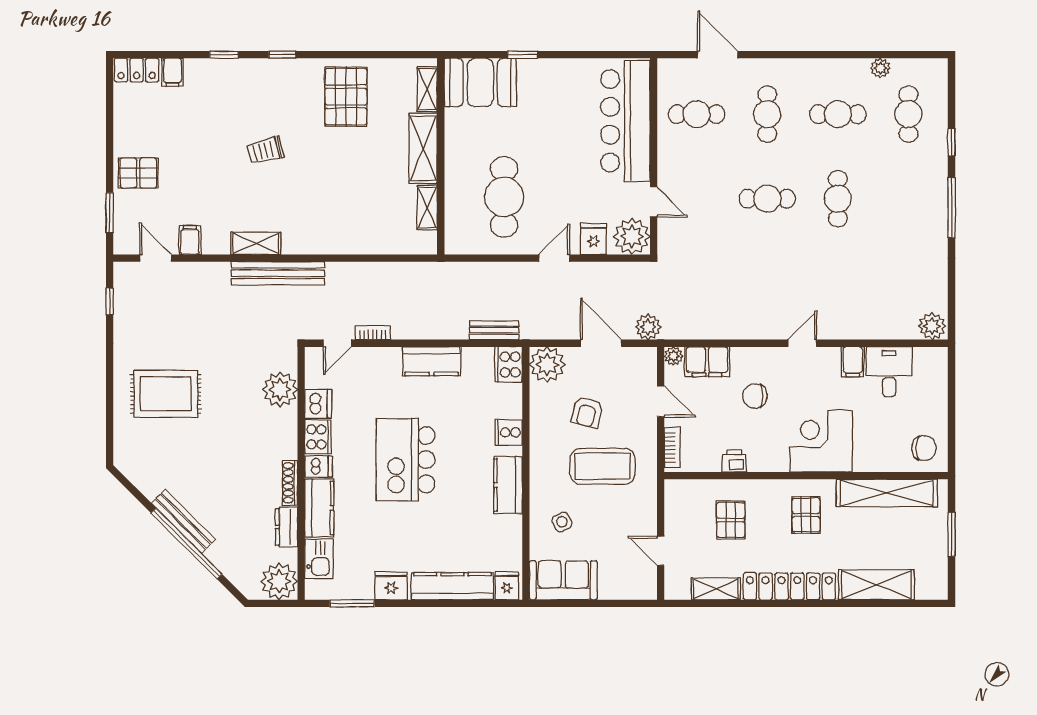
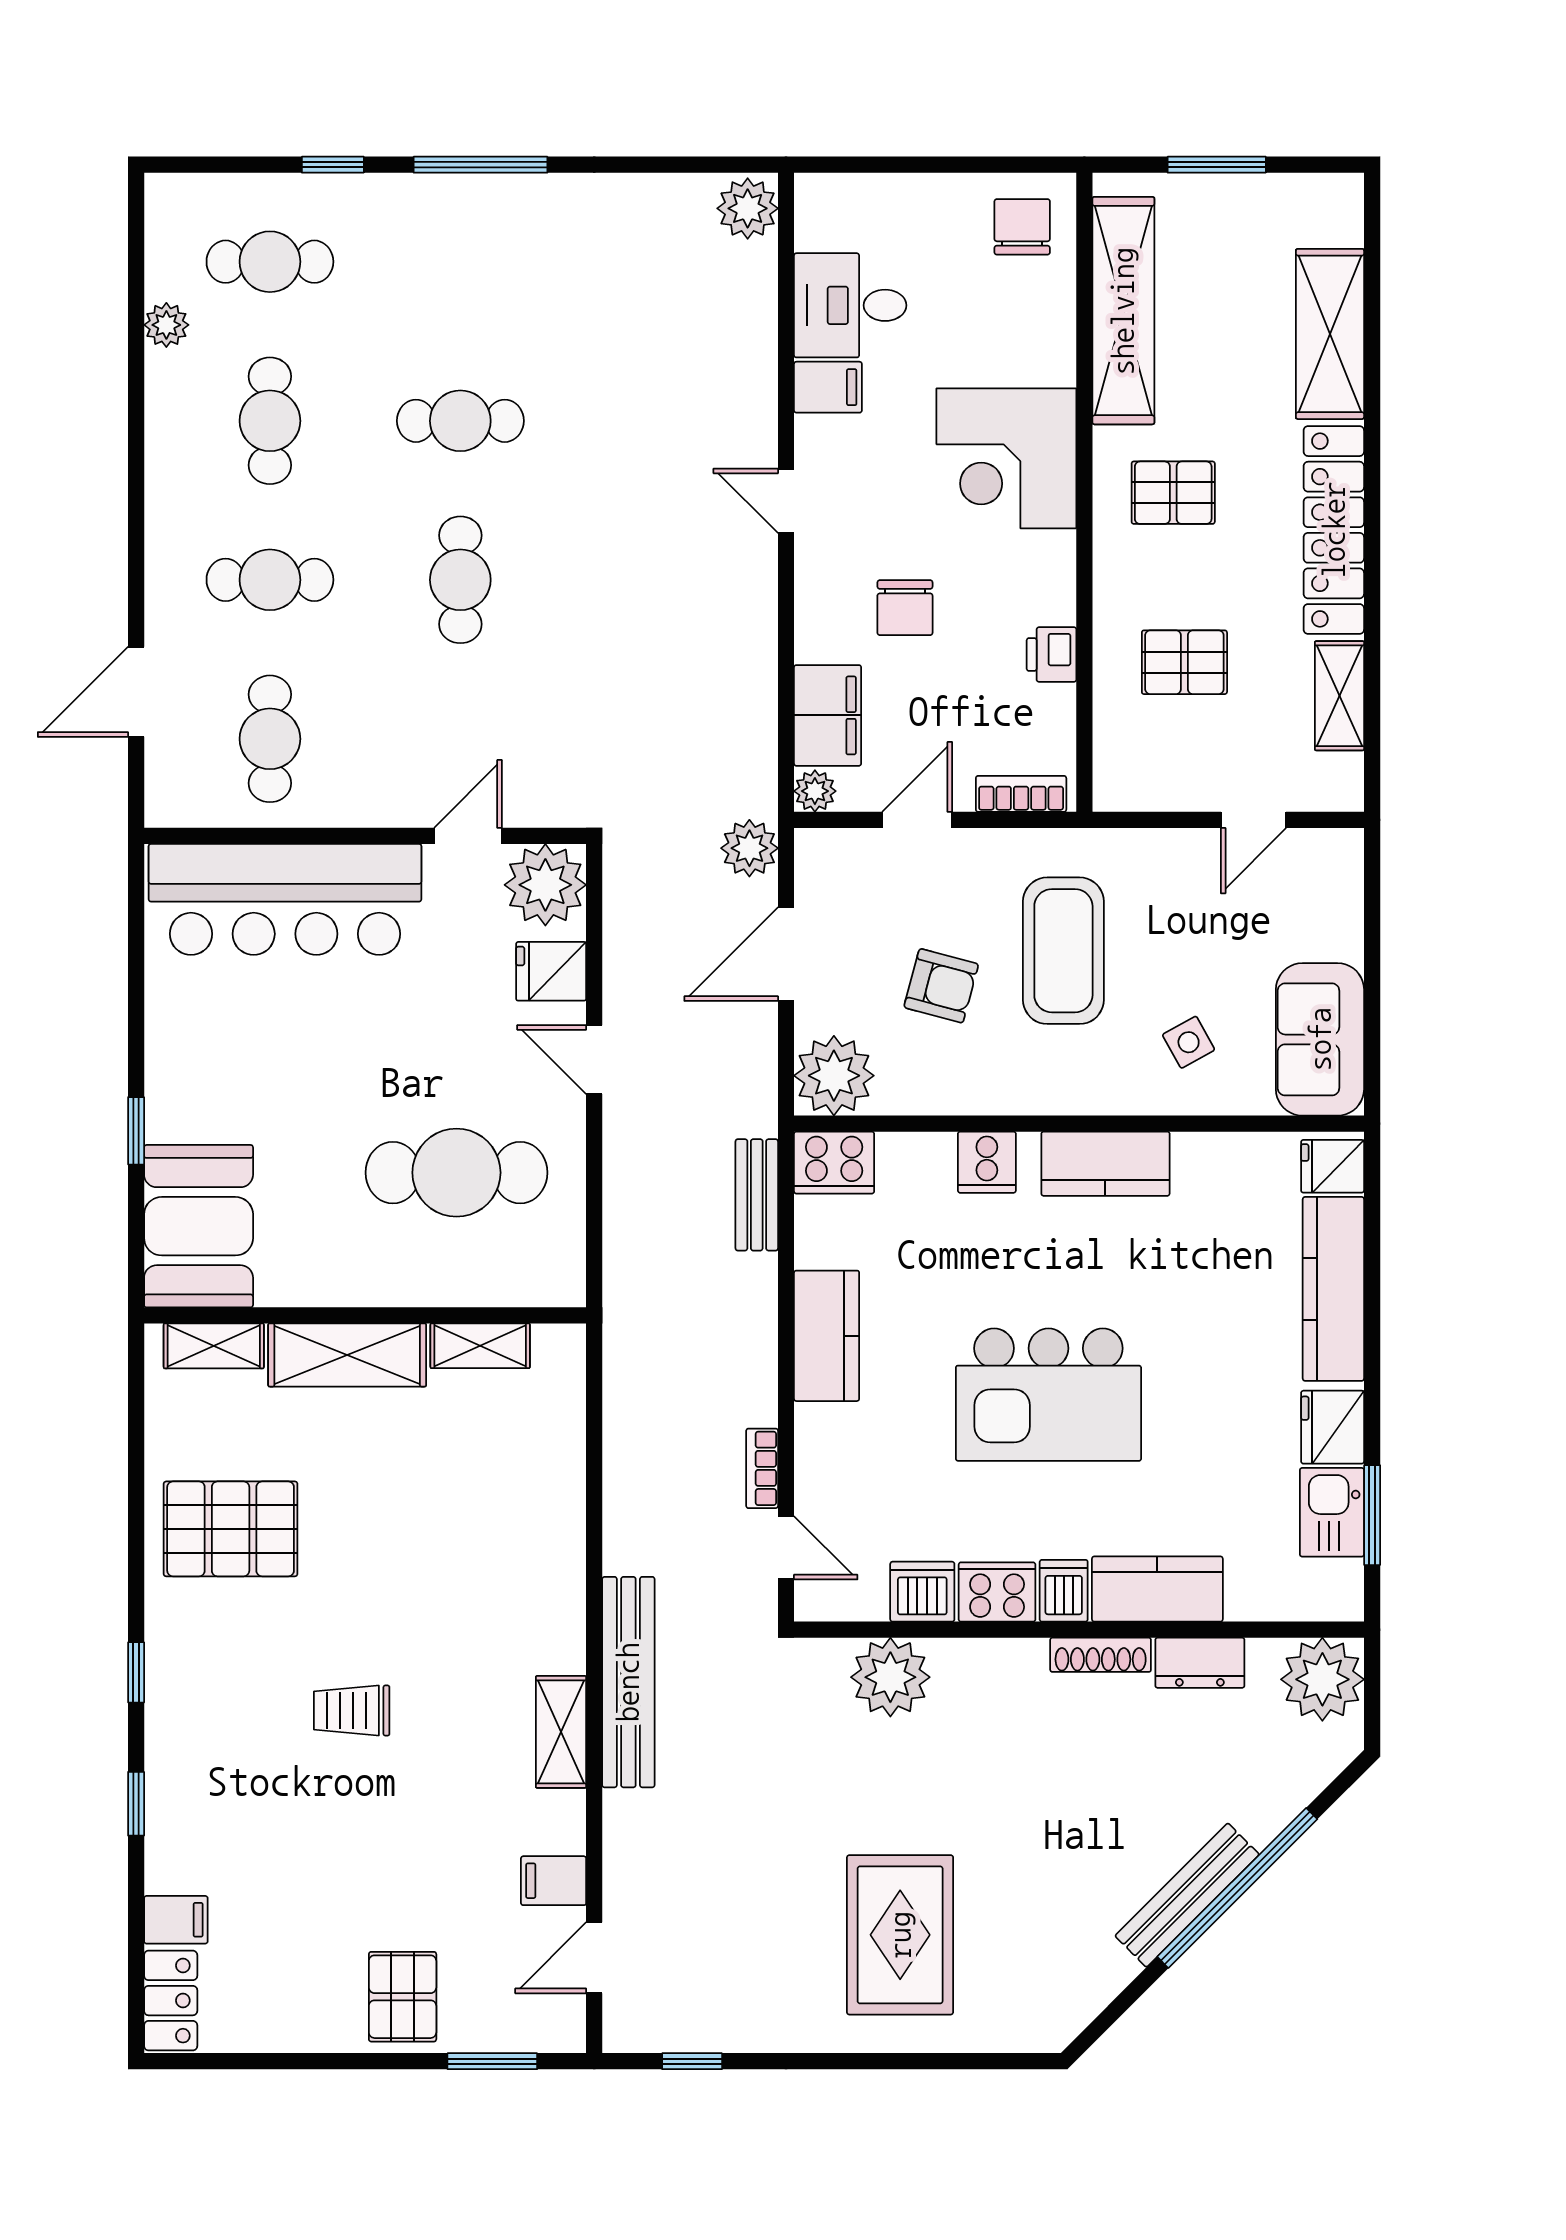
trolley: (265, 150) -> (352, 1711), turned 104
kitchen sink: (319, 559) -> (1332, 1512), moved, turned -90

